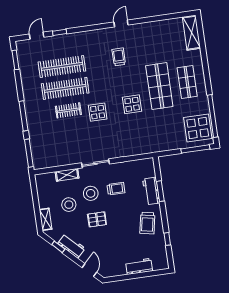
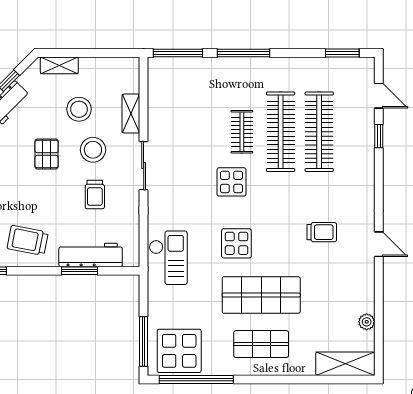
plant: (166, 24) -> (367, 322), added
checkout: (146, 142) -> (168, 258), added
workbench: (151, 191) -> (91, 255), width x1.38

